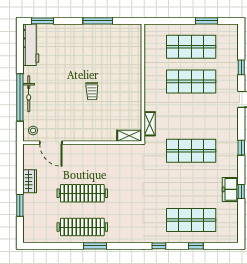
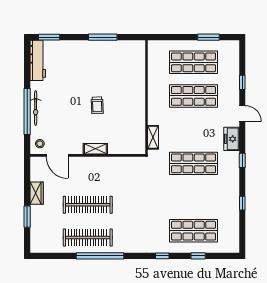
shelving: (129, 136) -> (95, 149), moved
freezer: (230, 189) -> (232, 139), moved
window: (95, 246) -> (100, 256), width x2.11

